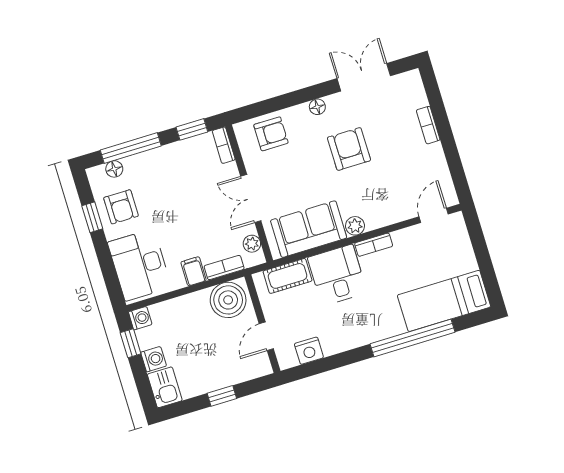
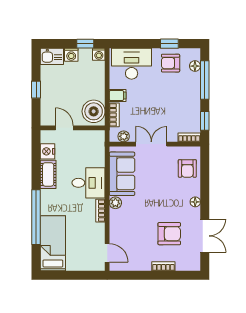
armchair: (349, 149) -> (169, 234), moved
cot: (288, 276) -> (48, 174), moved

